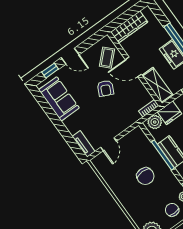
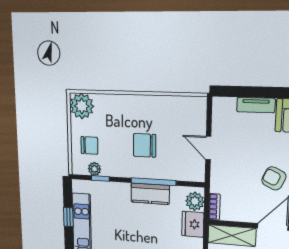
tv unit: (84, 144) -> (256, 105), moved
door: (109, 144) -> (208, 148), moved

